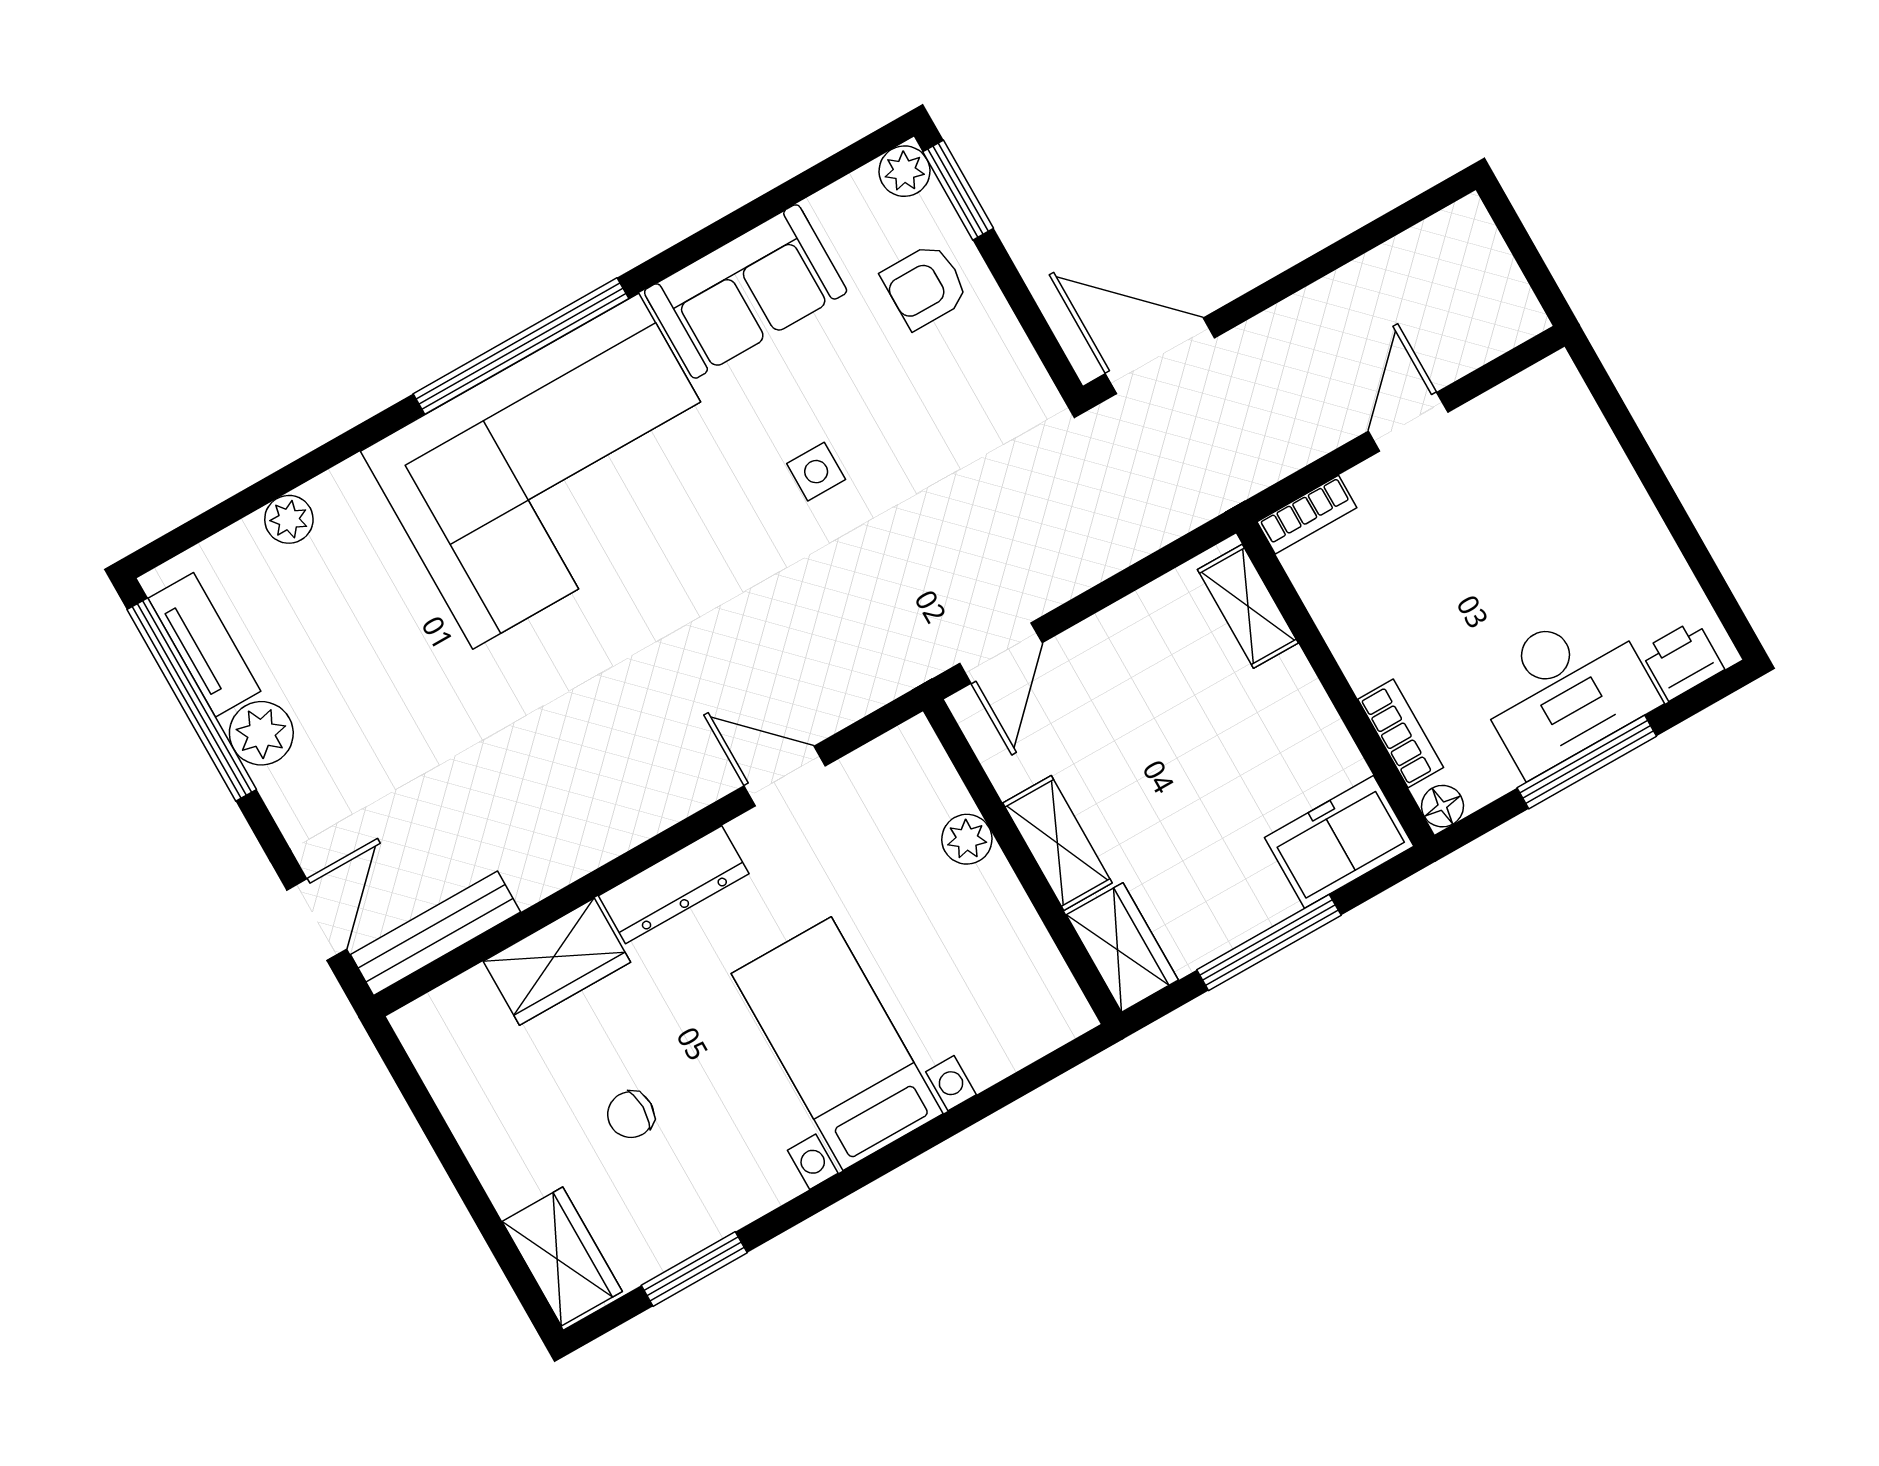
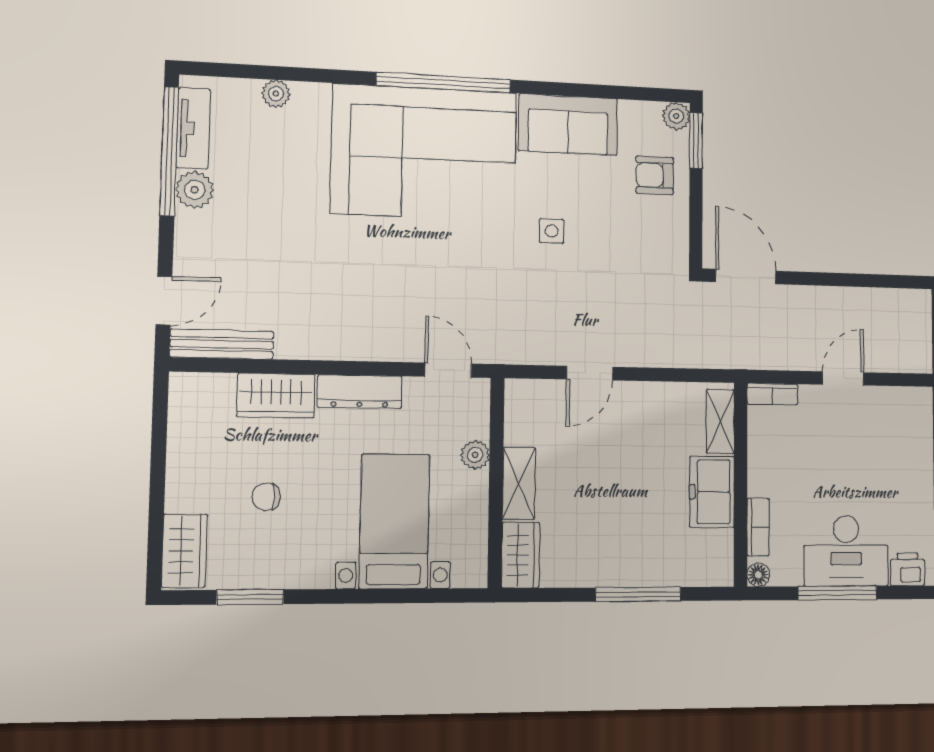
plant: (967, 839) -> (475, 455), moved
freezer: (1339, 842) -> (712, 492), moved, turned -90
shelving: (1057, 843) -> (519, 483), moved
wall: (1022, 862) -> (496, 483), moved
wardrobe: (1122, 947) -> (521, 555), moved

